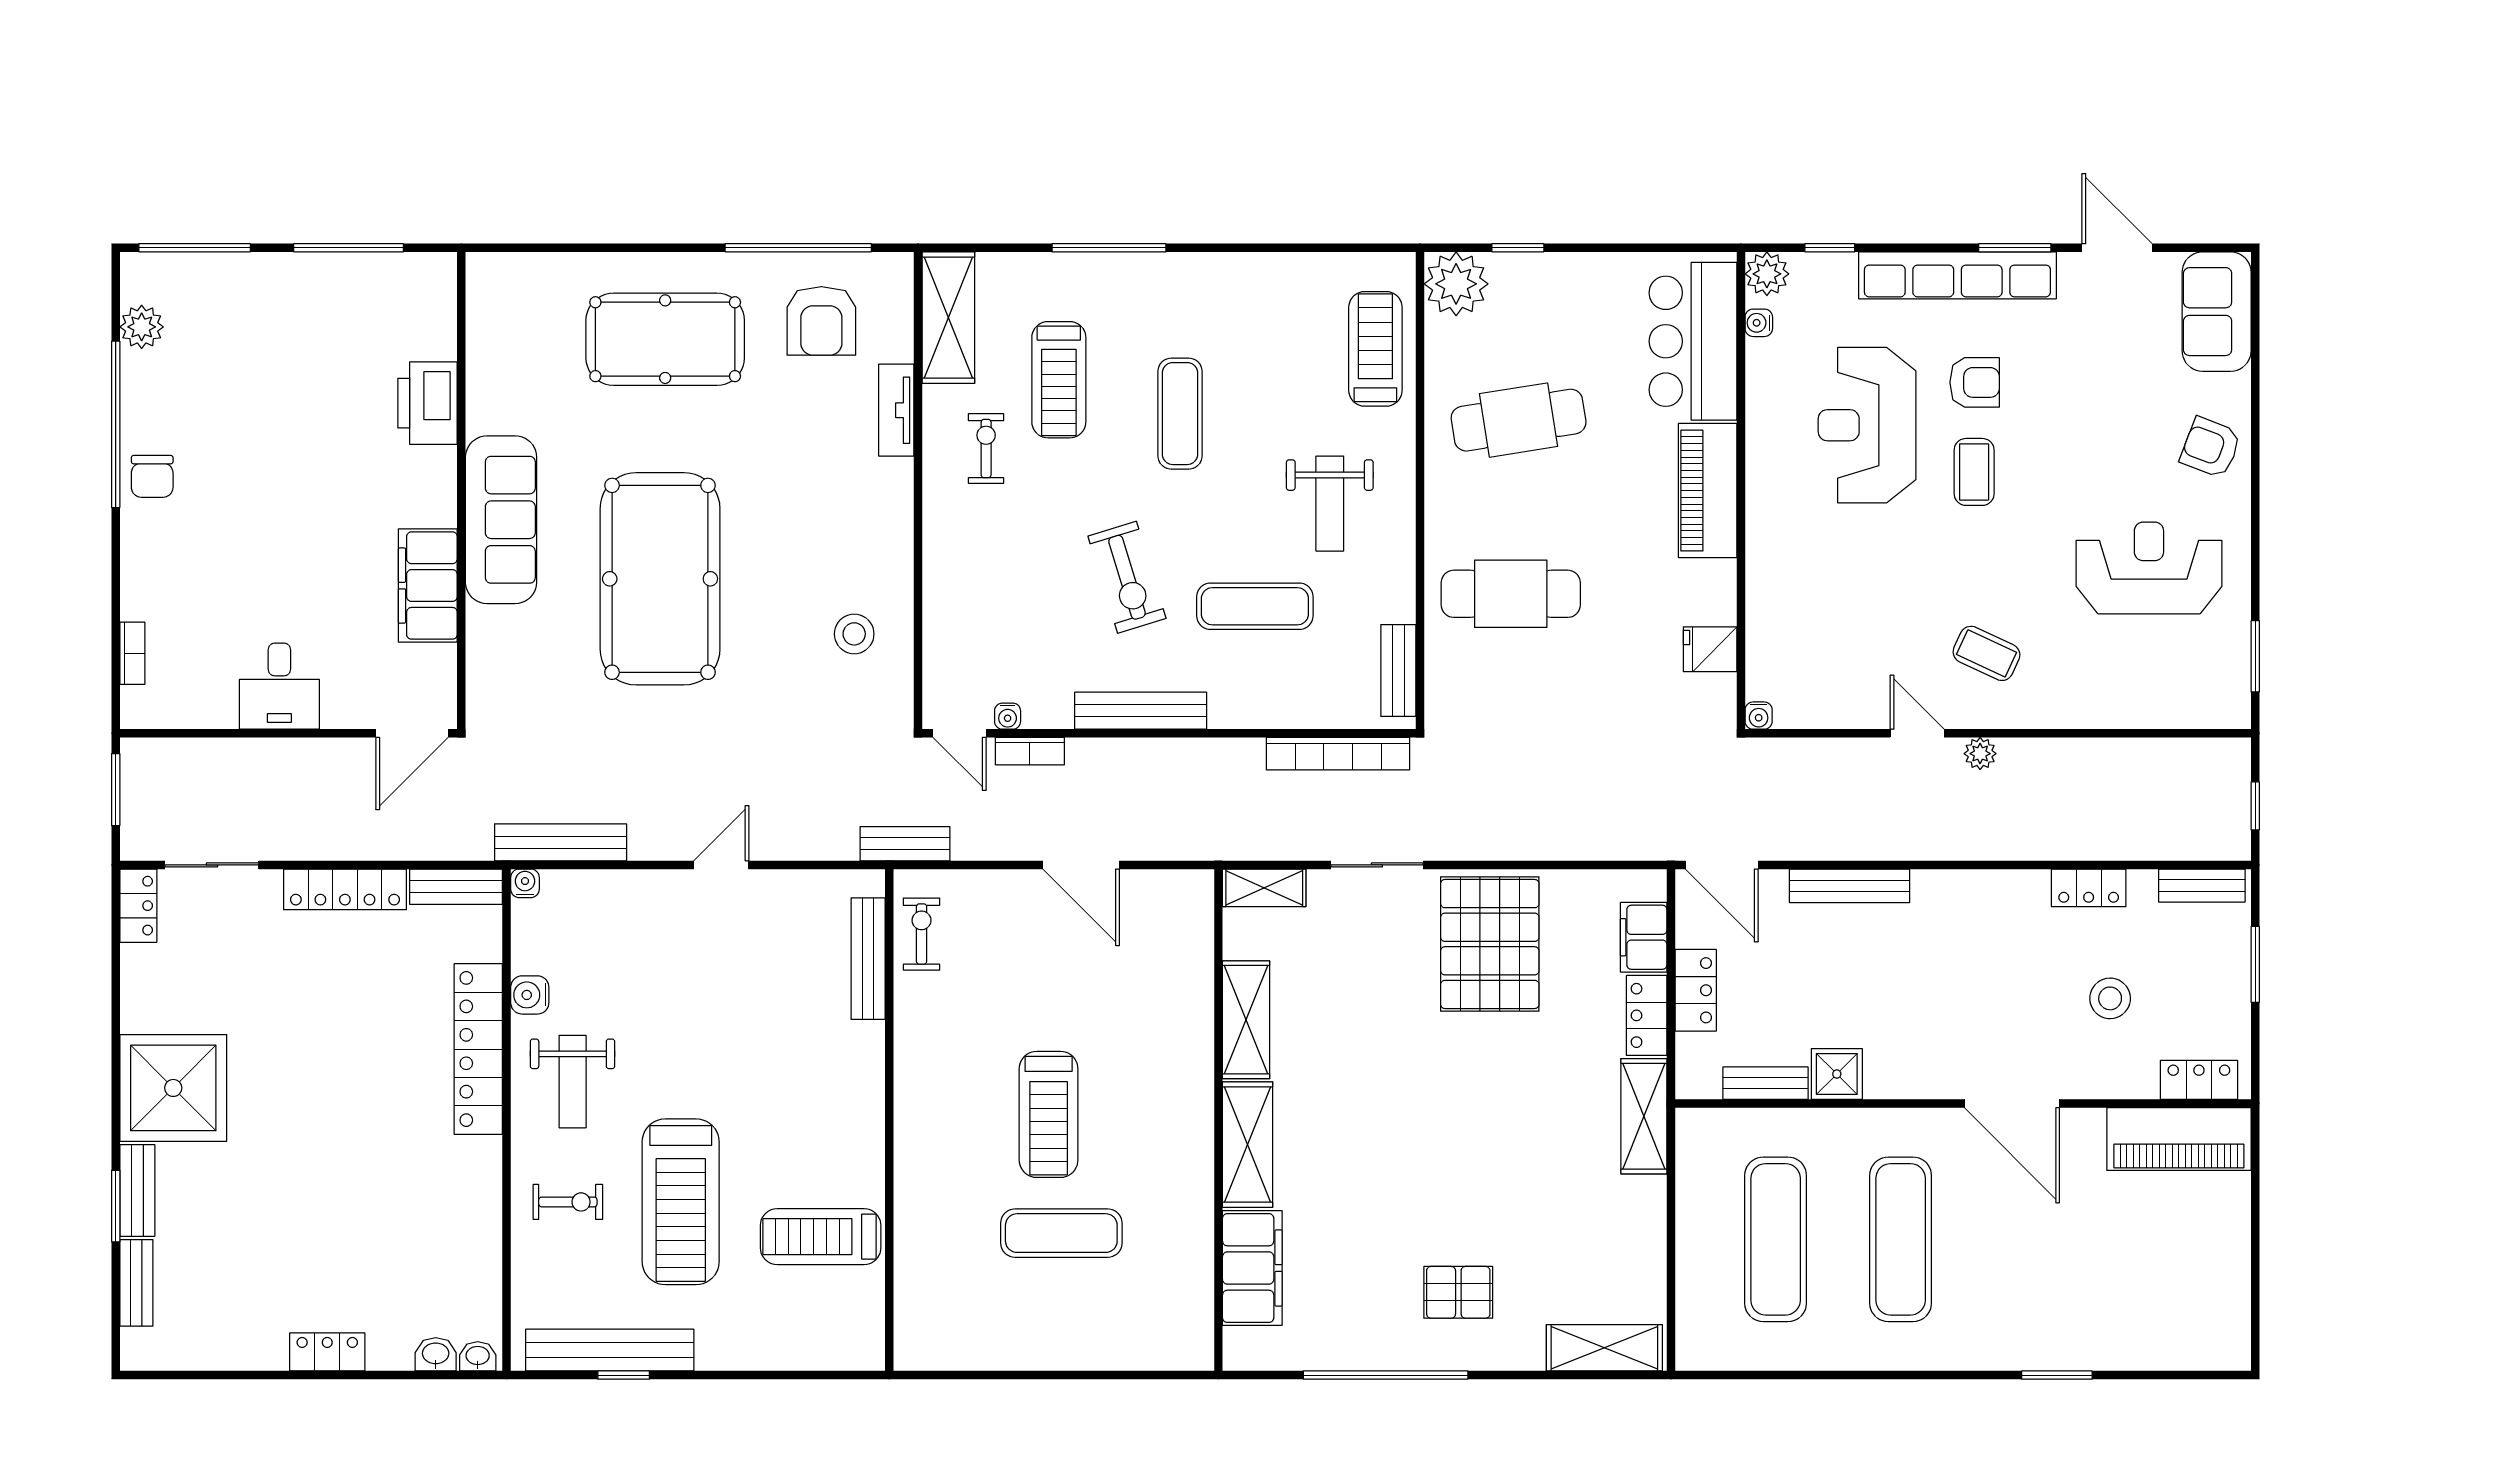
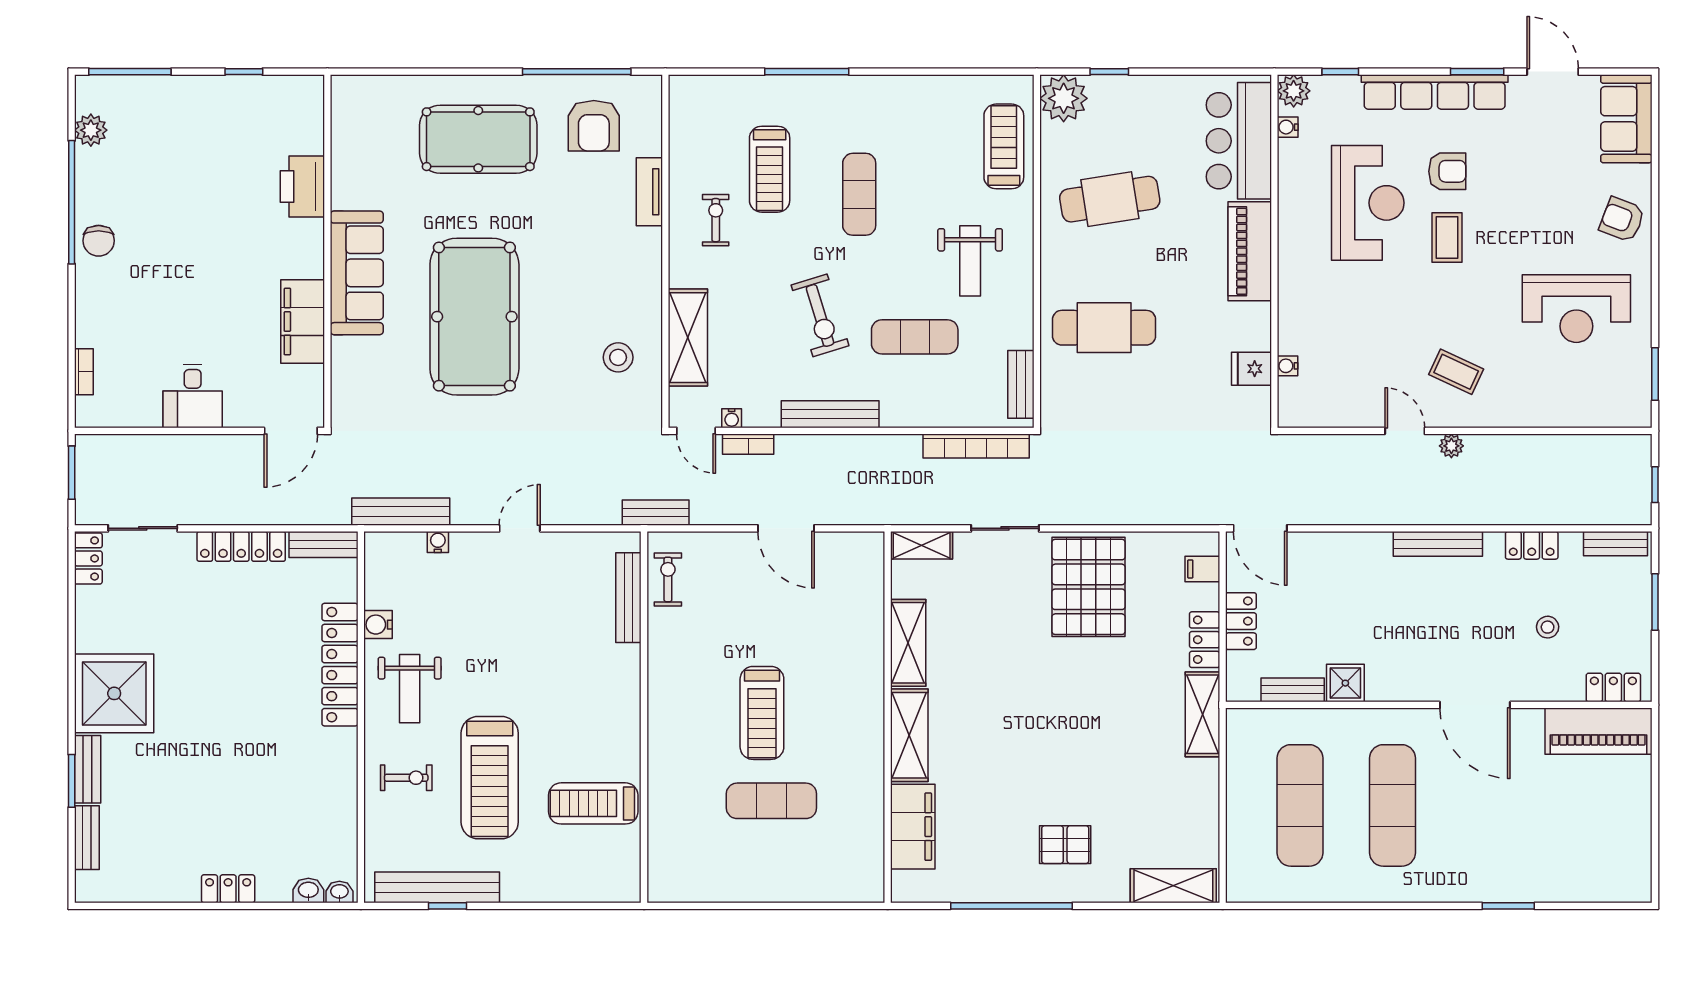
window: (349, 248) -> (244, 72), width x0.46
shelving: (948, 318) -> (688, 338), moved
reception desk: (1867, 425) -> (1368, 203), turned 180
reception desk: (2149, 568) -> (1576, 309), turned 180
water cooler: (1759, 716) -> (1287, 366), moved, turned 90
water cooler: (525, 883) -> (438, 542), moved
bench: (1849, 886) -> (1438, 544), moved
filing cabinet: (1644, 937) -> (1202, 569), width x0.50
stool: (2110, 998) -> (1548, 627), width x0.73, depth x0.73

